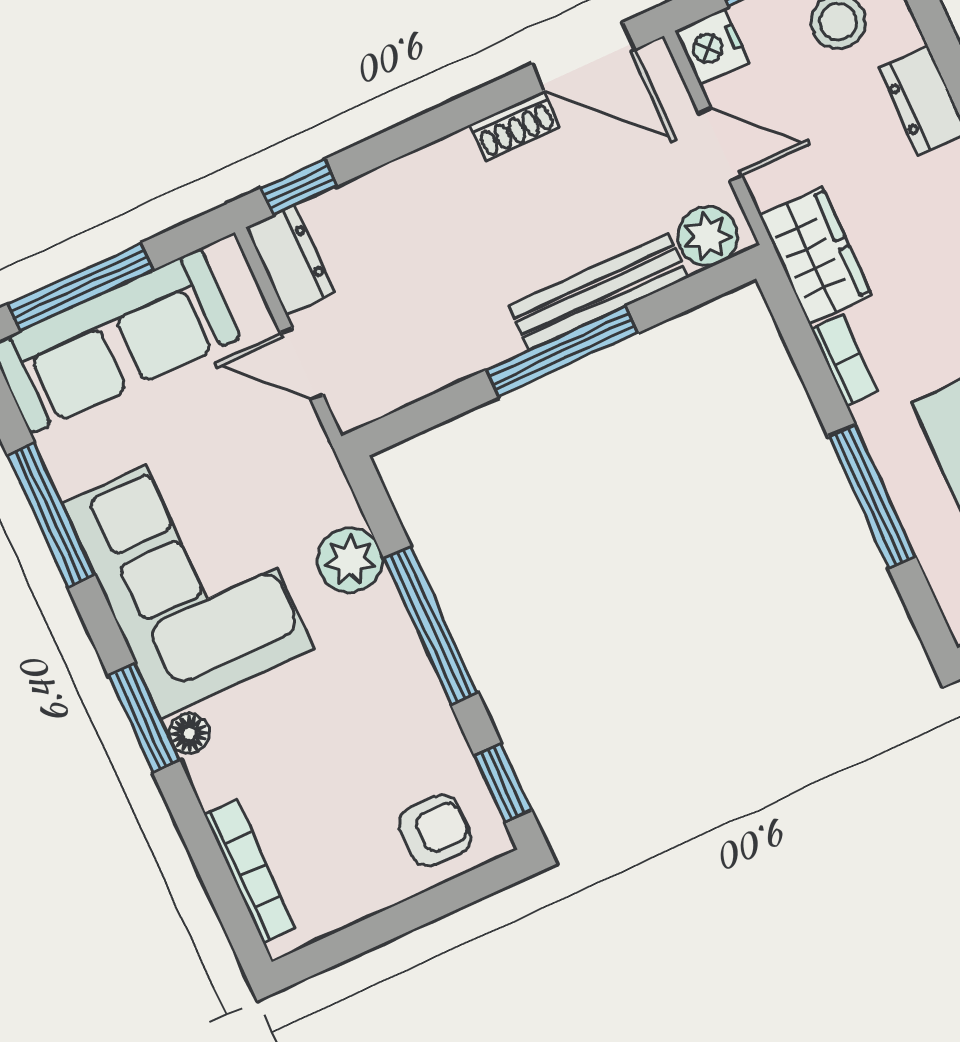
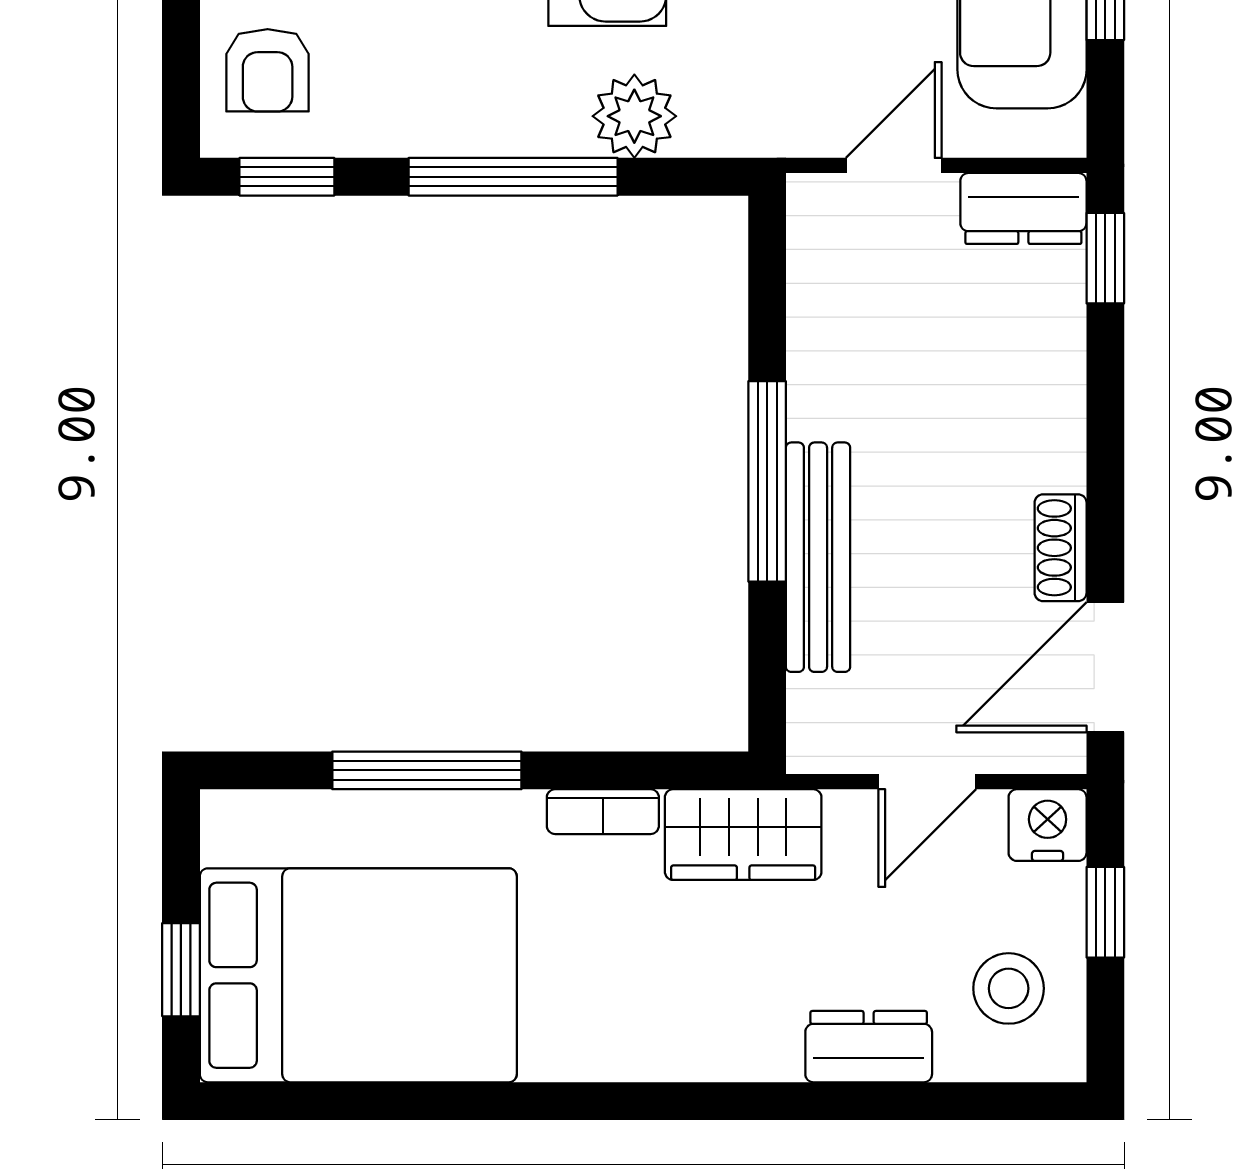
plant: (708, 236) -> (825, 717), removed

